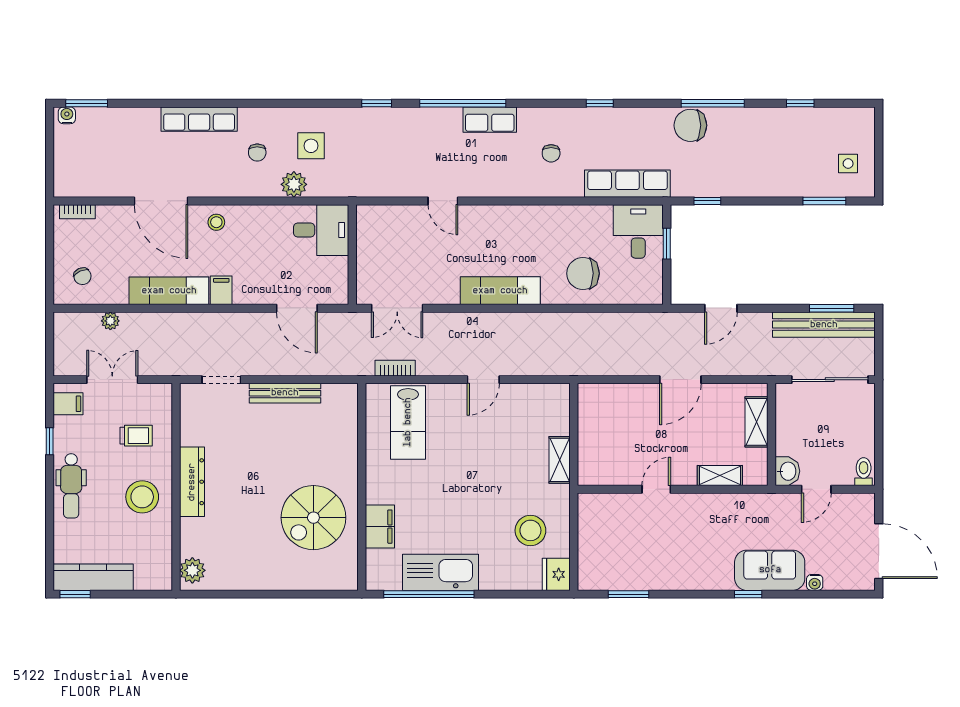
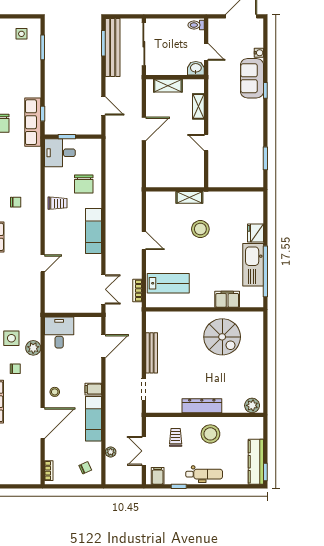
row of seats: (627, 184) -> (33, 122), moved
trolley: (549, 227) -> (58, 203), added
door: (680, 380) -> (144, 129), hinge flipped
stool: (530, 530) -> (200, 229), moved
fridge: (556, 574) -> (256, 233), moved, turned 90

